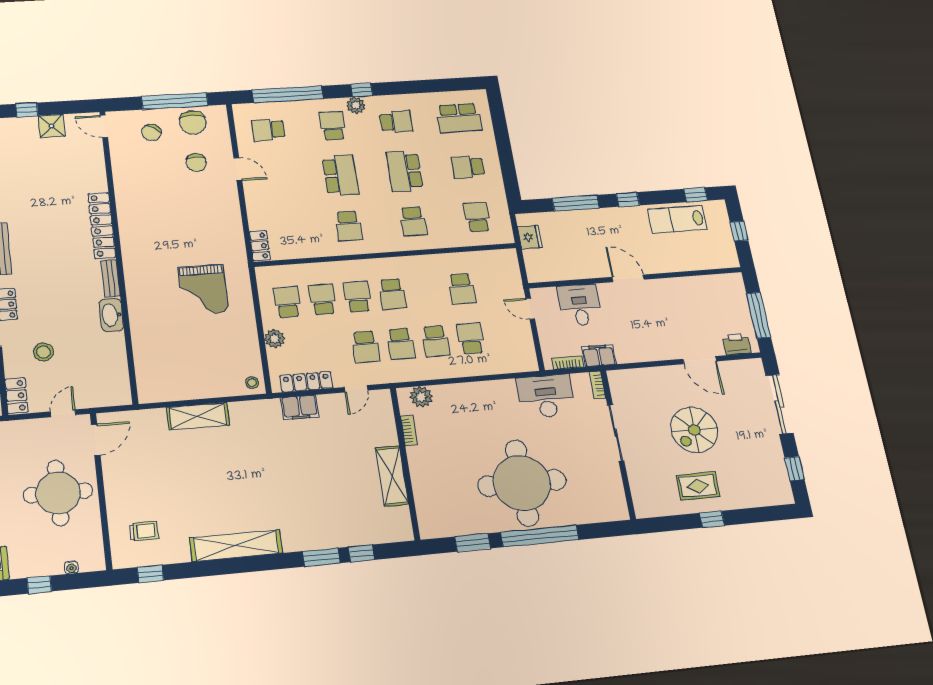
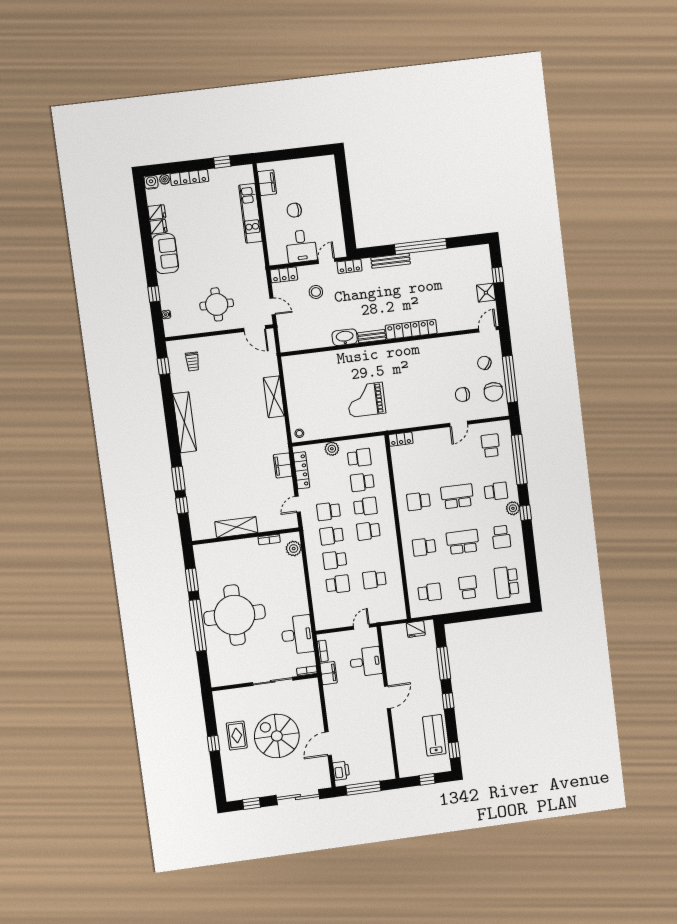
chair: (193, 123) -> (494, 392), turned -90
school desk: (340, 175) -> (457, 496), turned 180
school desk: (322, 299) -> (362, 482), turned 180
door: (356, 389) -> (298, 504), hinge flipped
spiral stairs: (694, 430) -> (277, 736), width x1.37, depth x1.37
round table: (58, 493) -> (217, 304), width x0.73, depth x0.73

